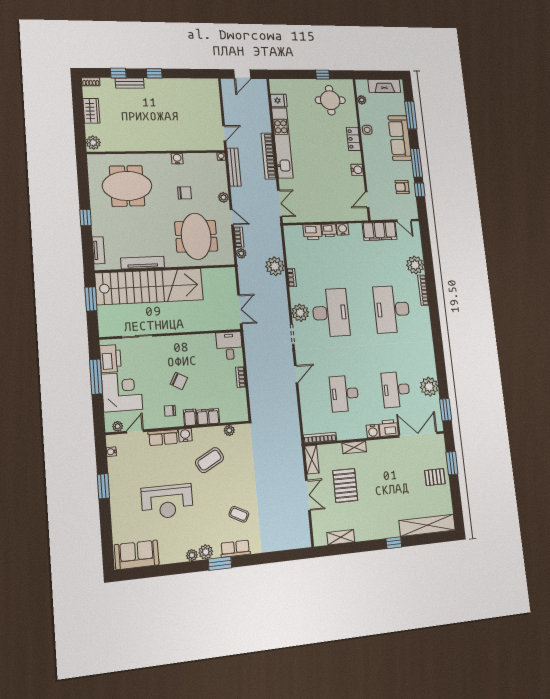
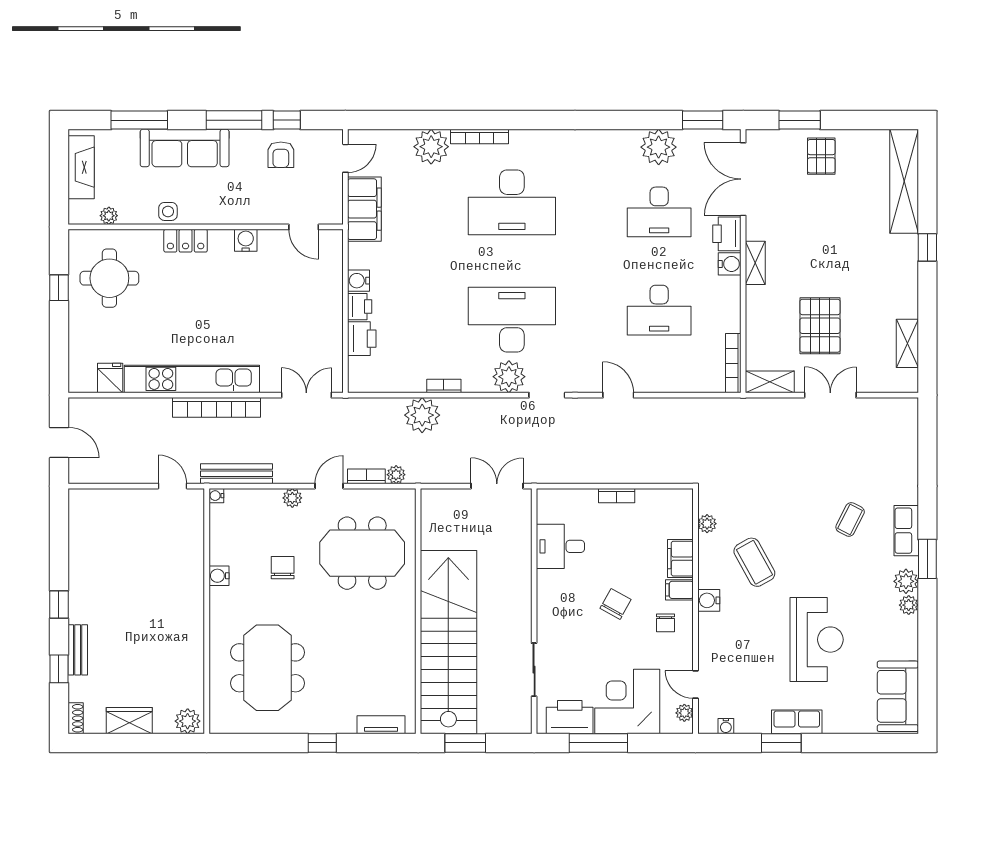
tv unit: (143, 263) -> (406, 651), removed
desk: (229, 346) -> (560, 546), moved
row of seats: (163, 438) -> (797, 722), moved, turned -90
shelving: (354, 447) -> (755, 263), moved
pallet: (345, 485) -> (820, 326), turned 90

